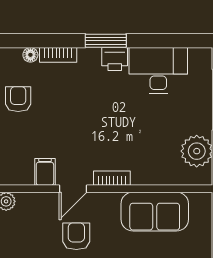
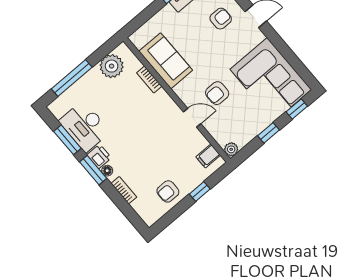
window: (160, 41) -> (67, 140), added
floor lamp: (30, 55) -> (107, 171), moved
filing cabinet: (45, 172) -> (208, 156), moved
bookcase: (112, 178) -> (149, 79), moved

